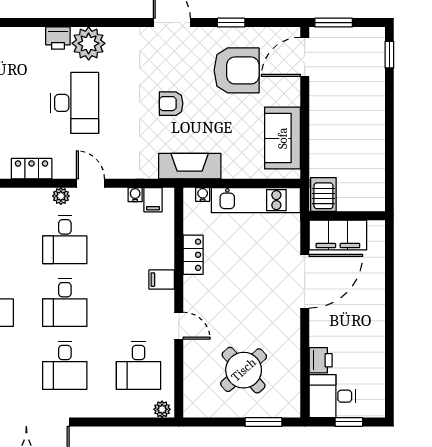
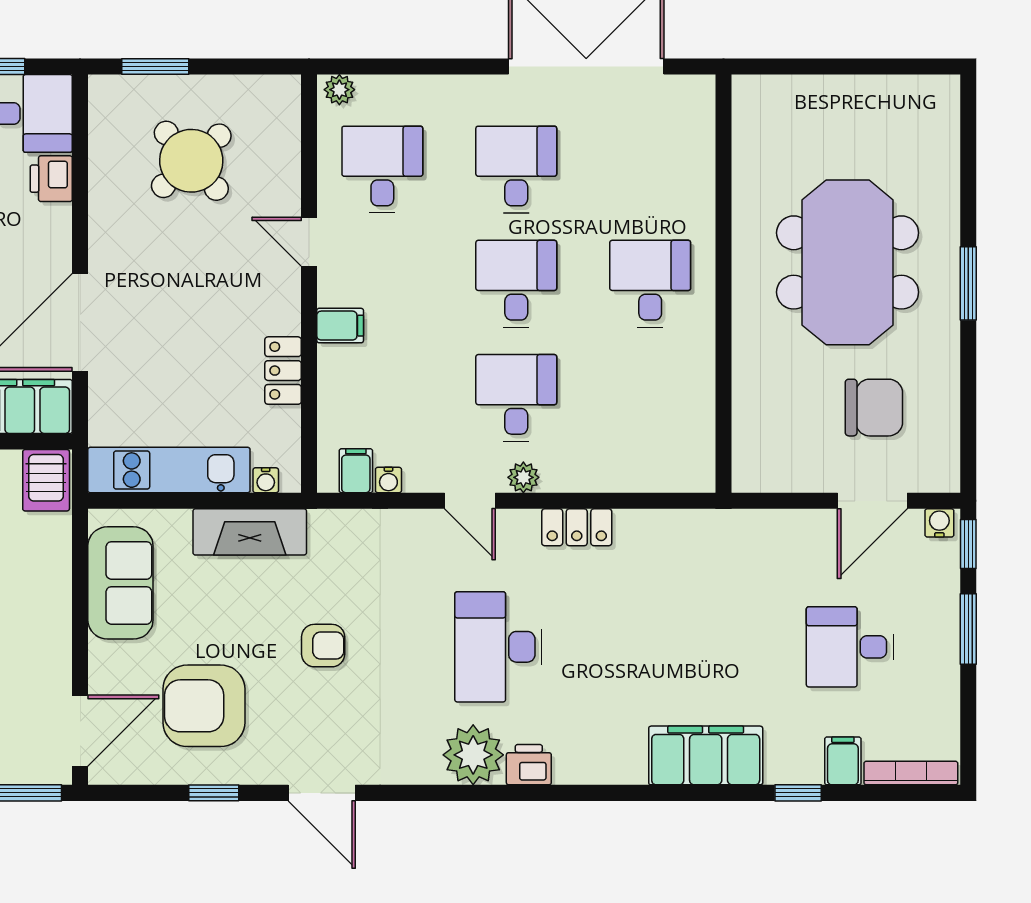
fireplace: (190, 166) -> (250, 532), moved

